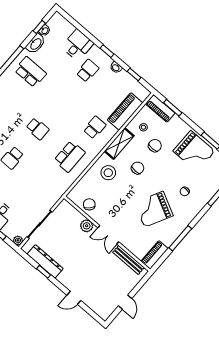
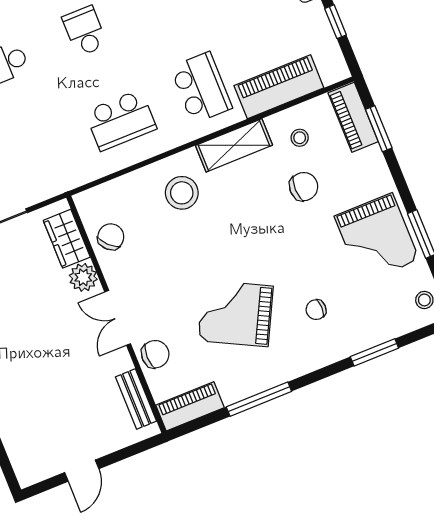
school desk: (95, 127) -> (201, 88), width x1.85
school desk: (37, 129) -> (85, 31), turned 180
chair: (138, 168) -> (155, 354), moved
wardrobe: (72, 214) -> (67, 239), added
bench: (128, 260) -> (136, 399), width x0.73

